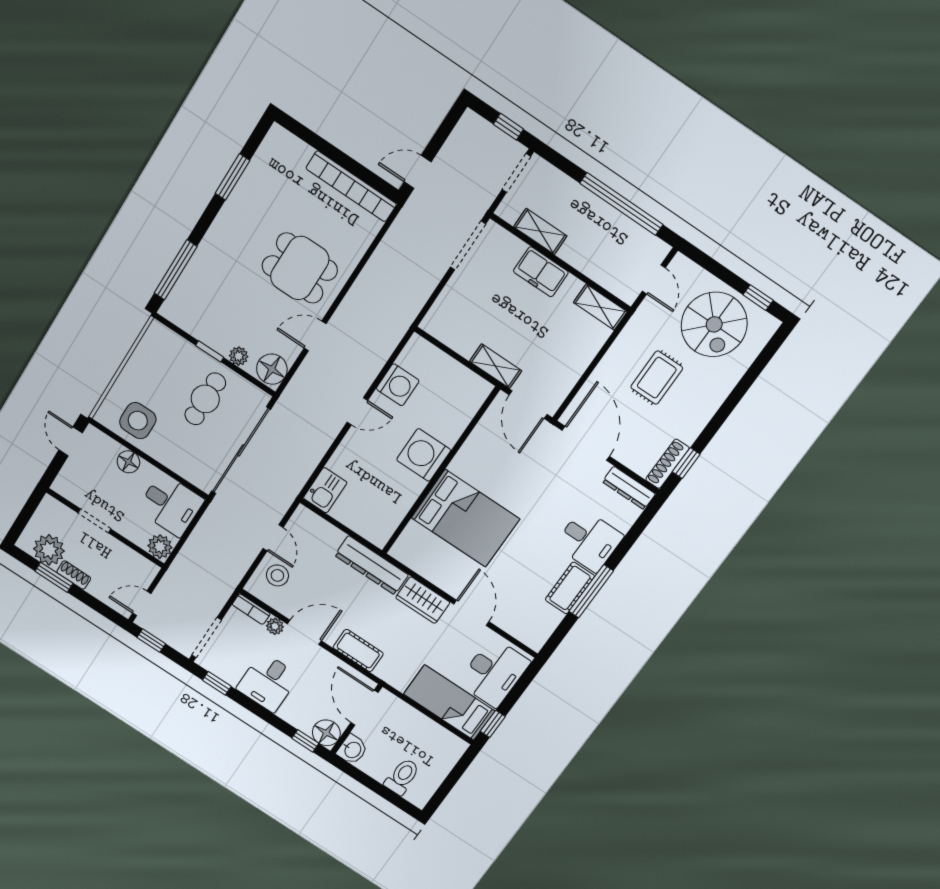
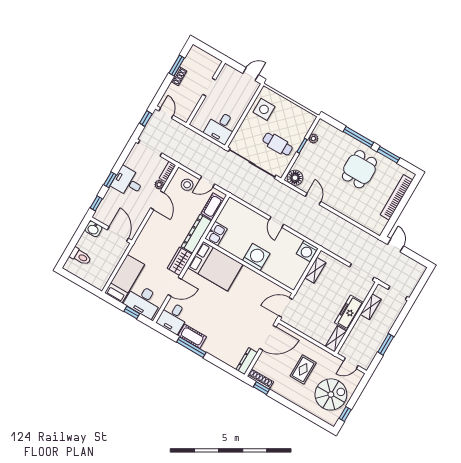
window: (508, 127) -> (419, 288), removed
bookcase: (351, 186) -> (396, 197), moved
window: (621, 204) -> (386, 344), width x0.47
dining table: (300, 268) -> (359, 169), moved
window: (176, 270) -> (358, 137), moved
freezer: (541, 272) -> (349, 313), width x1.40
spiral stairs: (714, 324) -> (331, 394), turned 180
plant: (239, 356) -> (313, 139), moved
shelving: (496, 366) -> (315, 270), moved
rug: (657, 378) -> (303, 369), turned 90
washing machine: (398, 385) -> (307, 251), moved
floor lamp: (128, 462) -> (242, 105), removed
kitchen sink: (325, 490) -> (216, 234), moved, turned -90
bed: (465, 518) -> (215, 266), moved, turned -90
desk: (589, 541) -> (173, 318), moved
plant: (160, 547) -> (198, 122), removed
plant: (49, 550) -> (192, 63), removed
cot: (358, 650) -> (213, 206), moved
window: (217, 683) -> (110, 180), moved
door: (364, 708) -> (118, 234), hinge flipped
window: (493, 724) -> (132, 312), moved
floor lamp: (326, 733) -> (102, 214), removed

